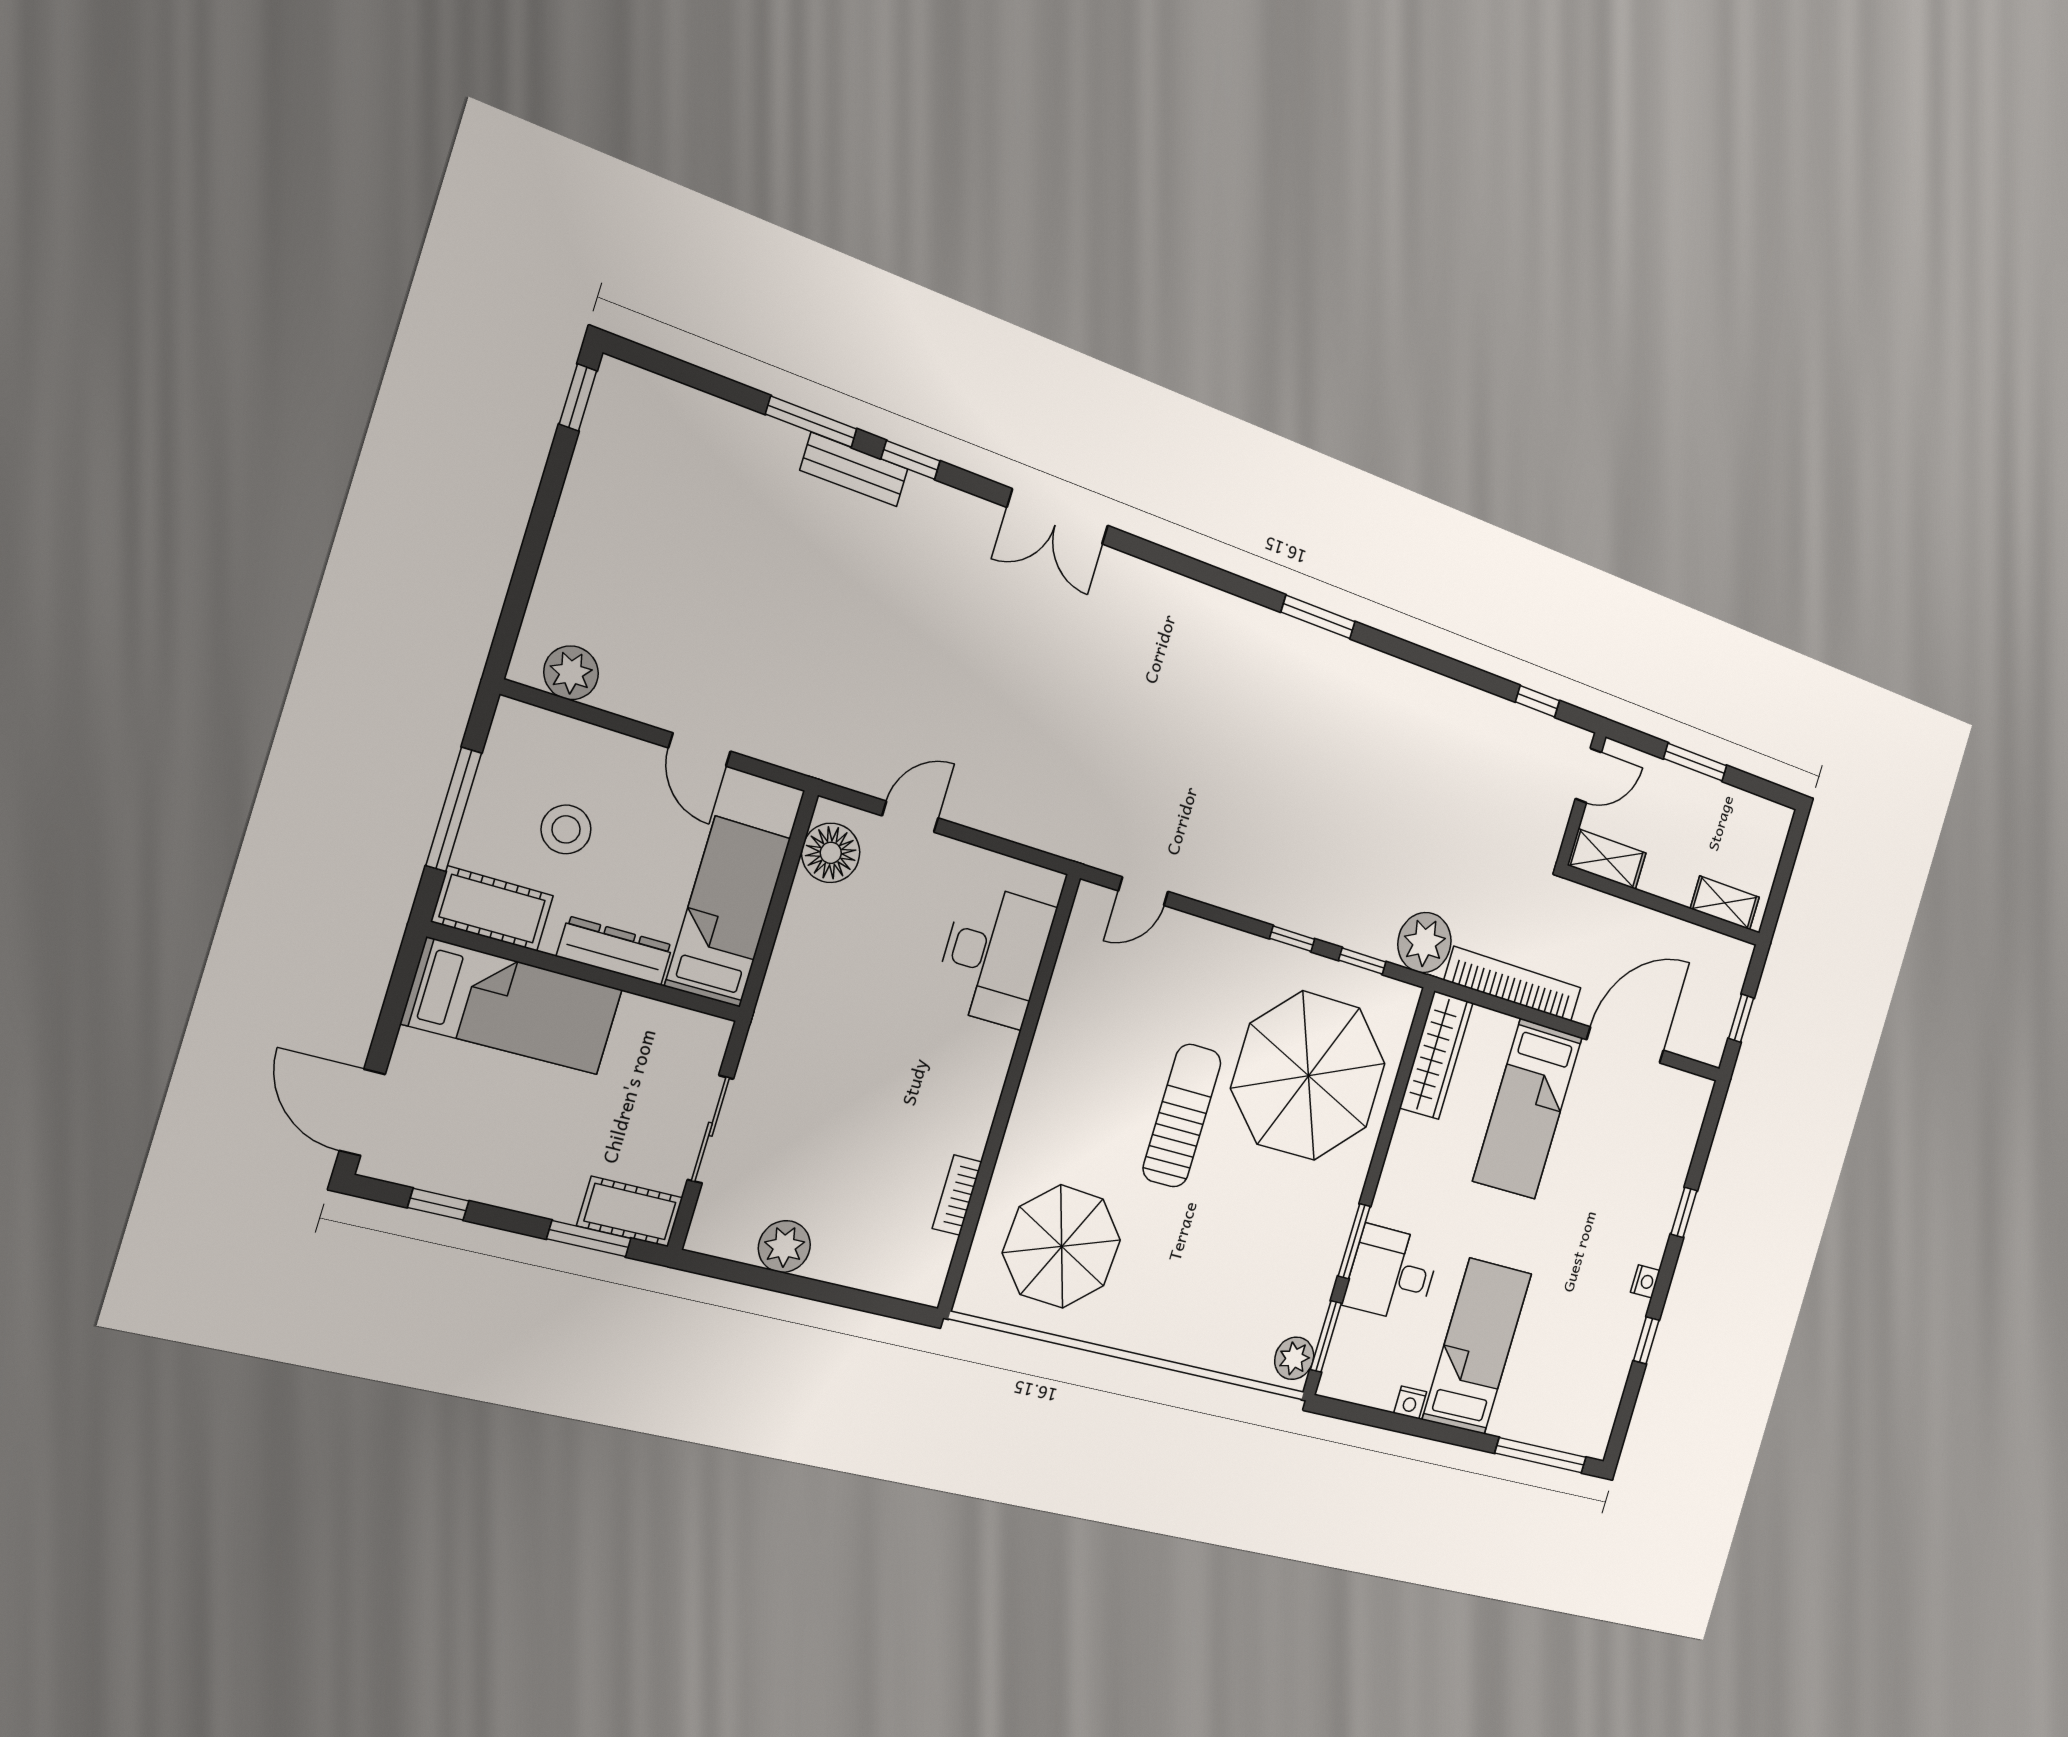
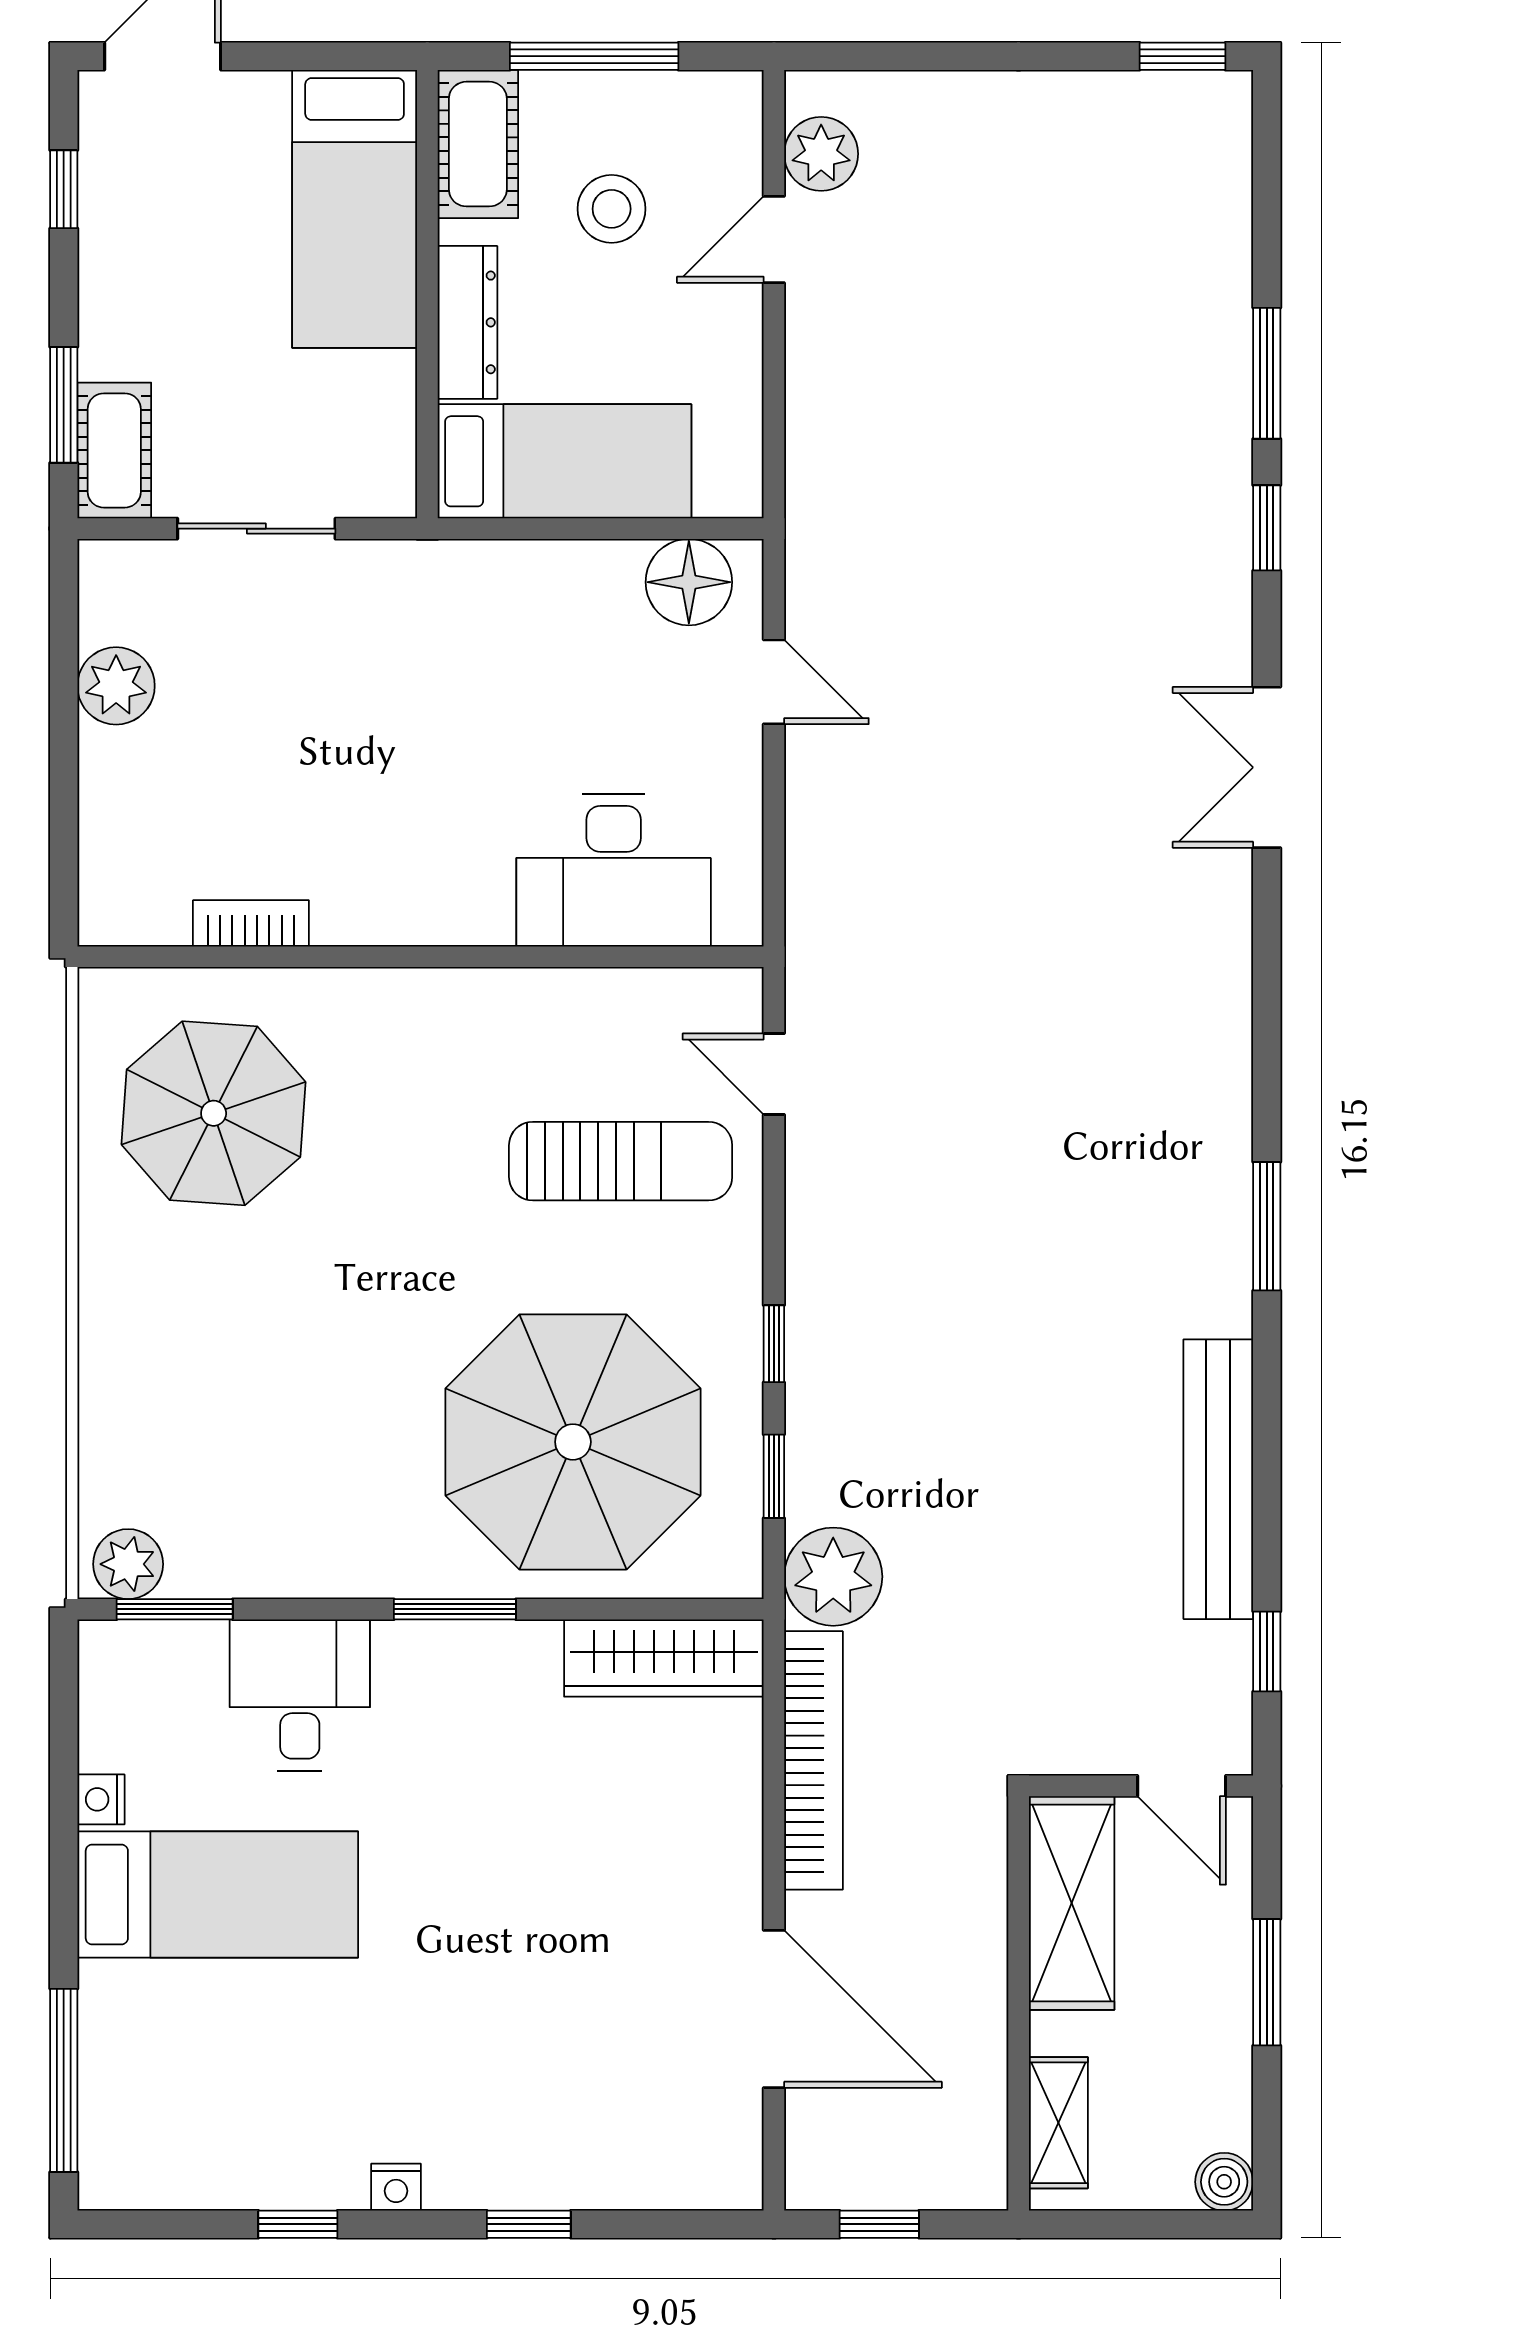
bench: (854, 470) -> (1218, 1479), moved, width x1.86, depth x1.21
door: (700, 750) -> (774, 239), moved
boiler: (1778, 820) -> (1224, 2182), added
shelving: (1607, 859) -> (1072, 1903), width x1.50, depth x1.33
bed: (1528, 1109) -> (622, 1857), removed
sun lounger: (1182, 1116) -> (621, 1161), moved
window: (1354, 1241) -> (455, 1609), moved

